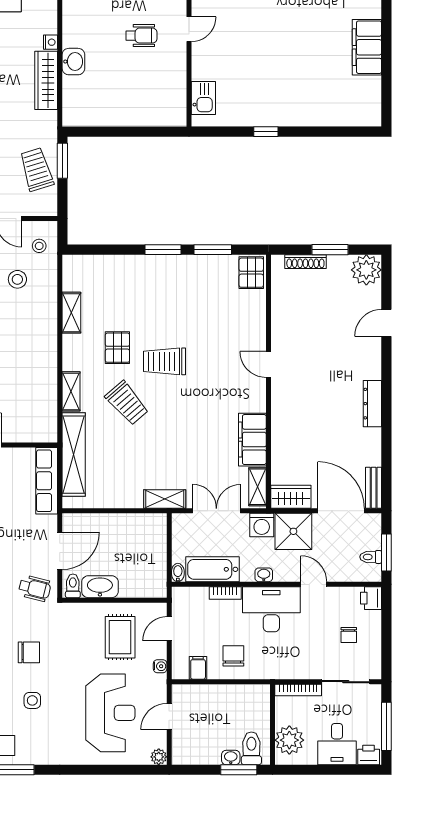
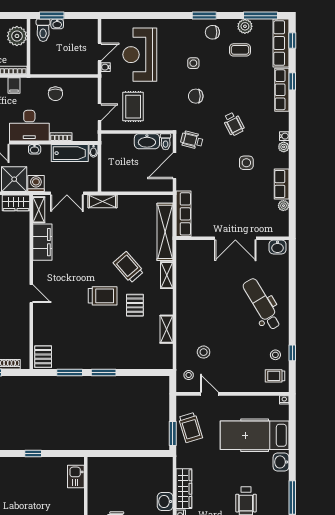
water cooler: (160, 666) -> (106, 67), moved
filing cabinet: (198, 668) -> (14, 86), moved
plant: (159, 757) -> (107, 24), removed

